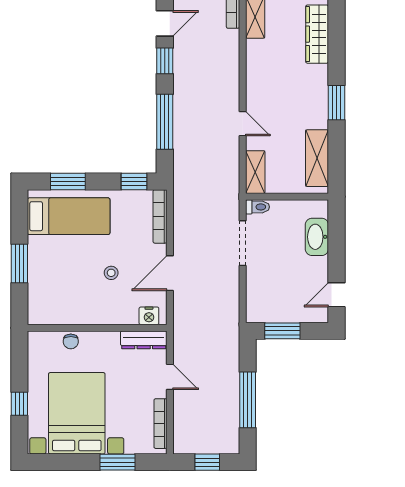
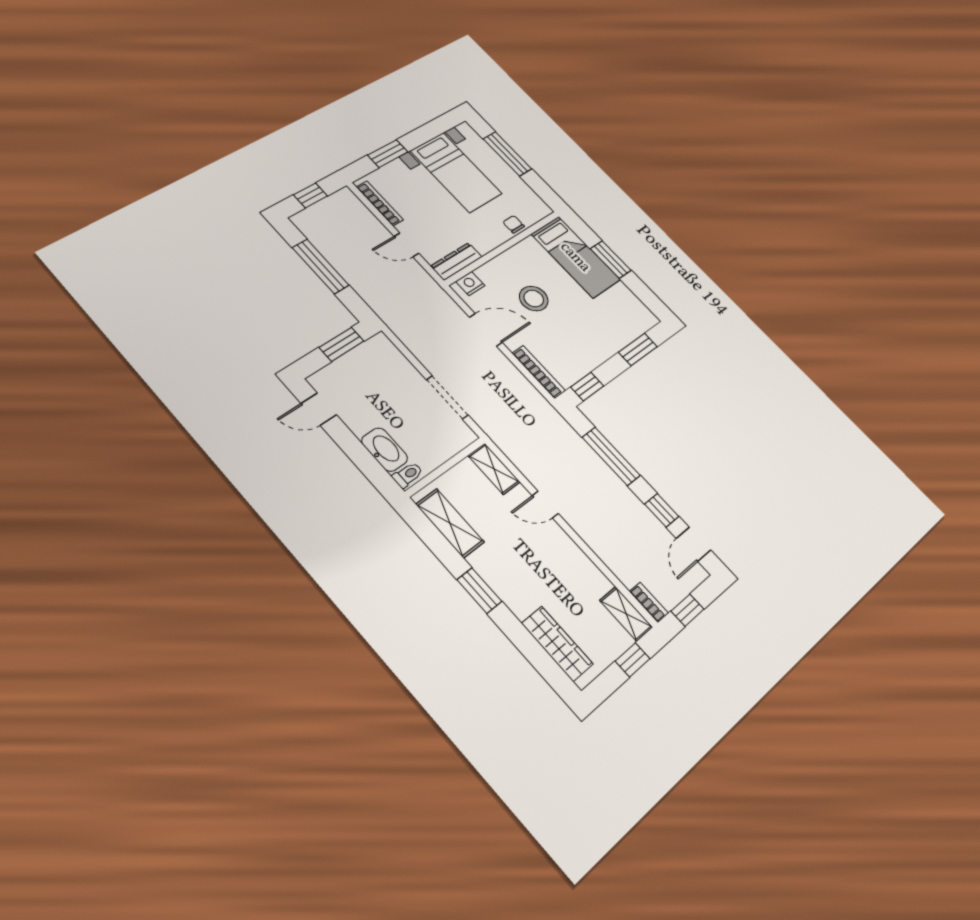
toilet: (257, 207) -> (408, 475), moved, turned 180
bed: (69, 216) -> (576, 257), moved, turned -90
stool: (111, 273) -> (534, 299), width x1.89, depth x1.89
door: (170, 273) -> (486, 330), hinge flipped
door: (336, 295) -> (319, 409), swing flipped
window: (19, 404) -> (507, 154), width x2.17
bed with nightstands: (77, 413) -> (456, 172), width x0.73

